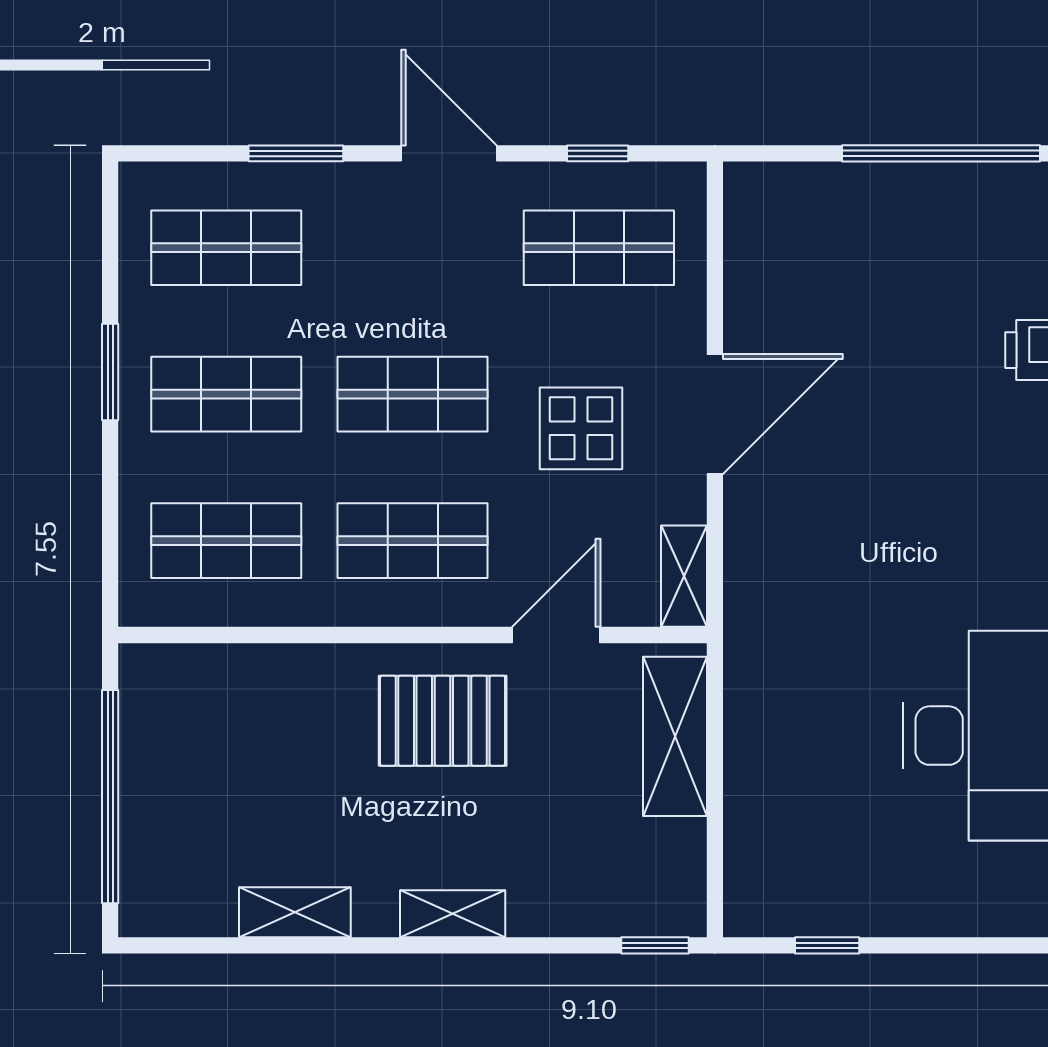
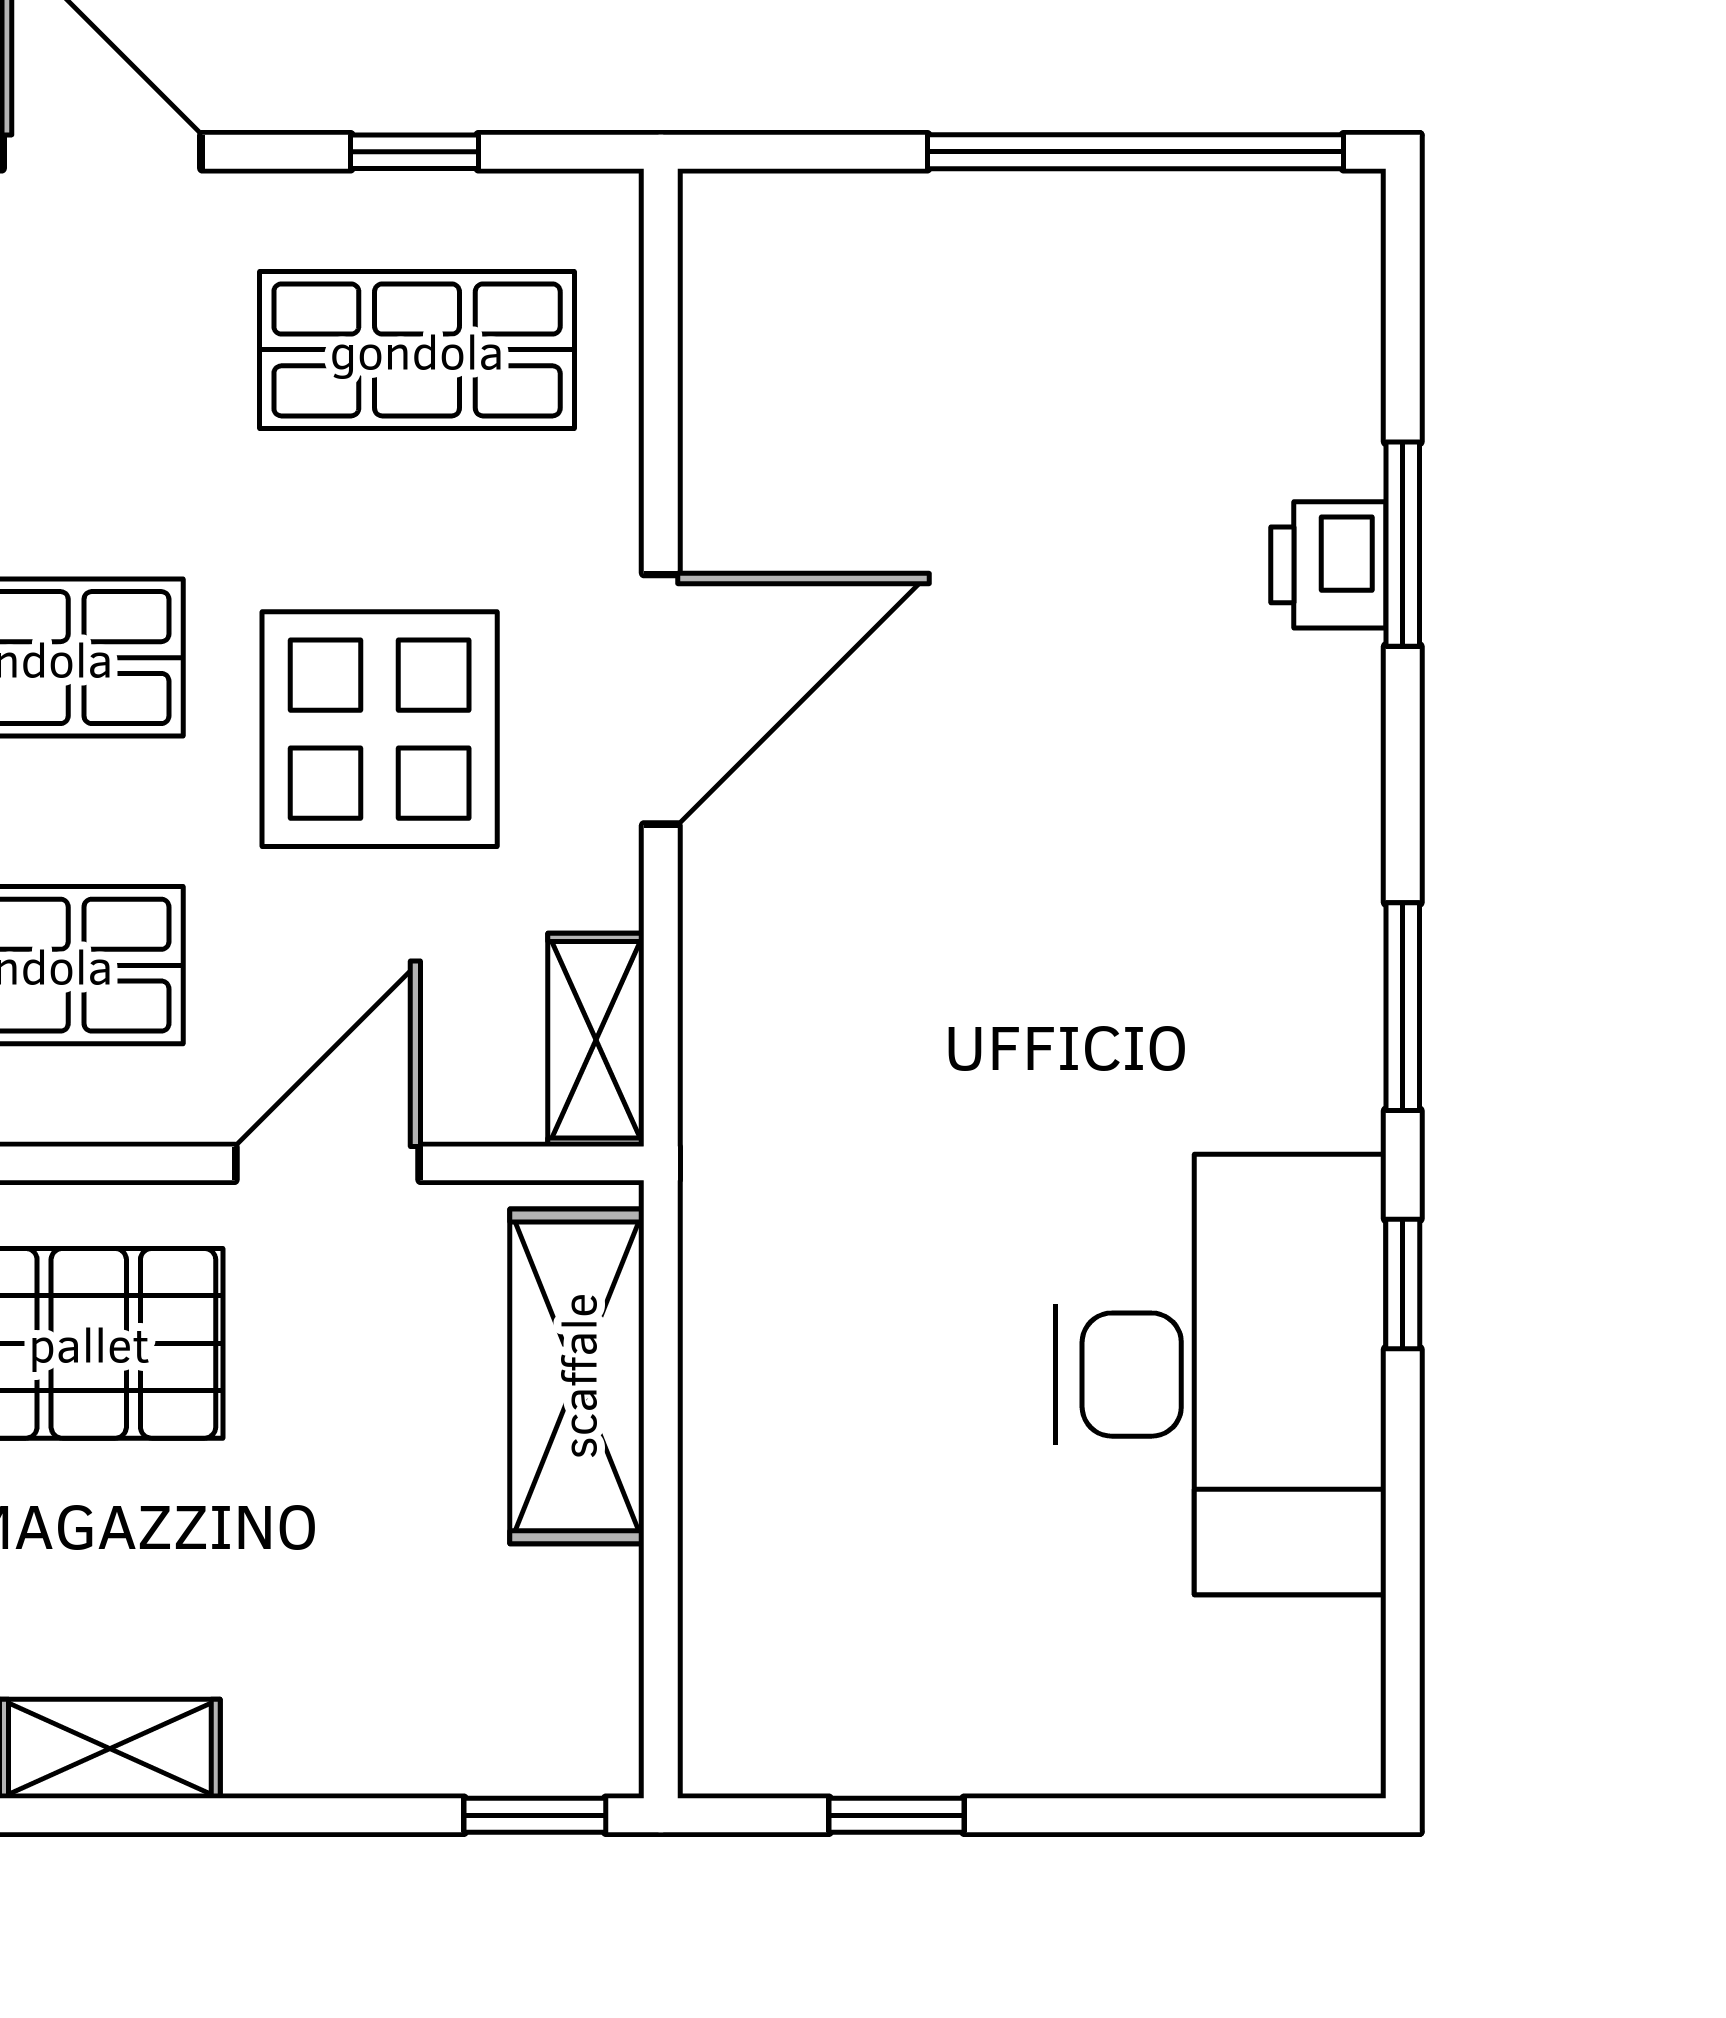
display table: (581, 428) -> (380, 729), width x1.36, depth x1.36

